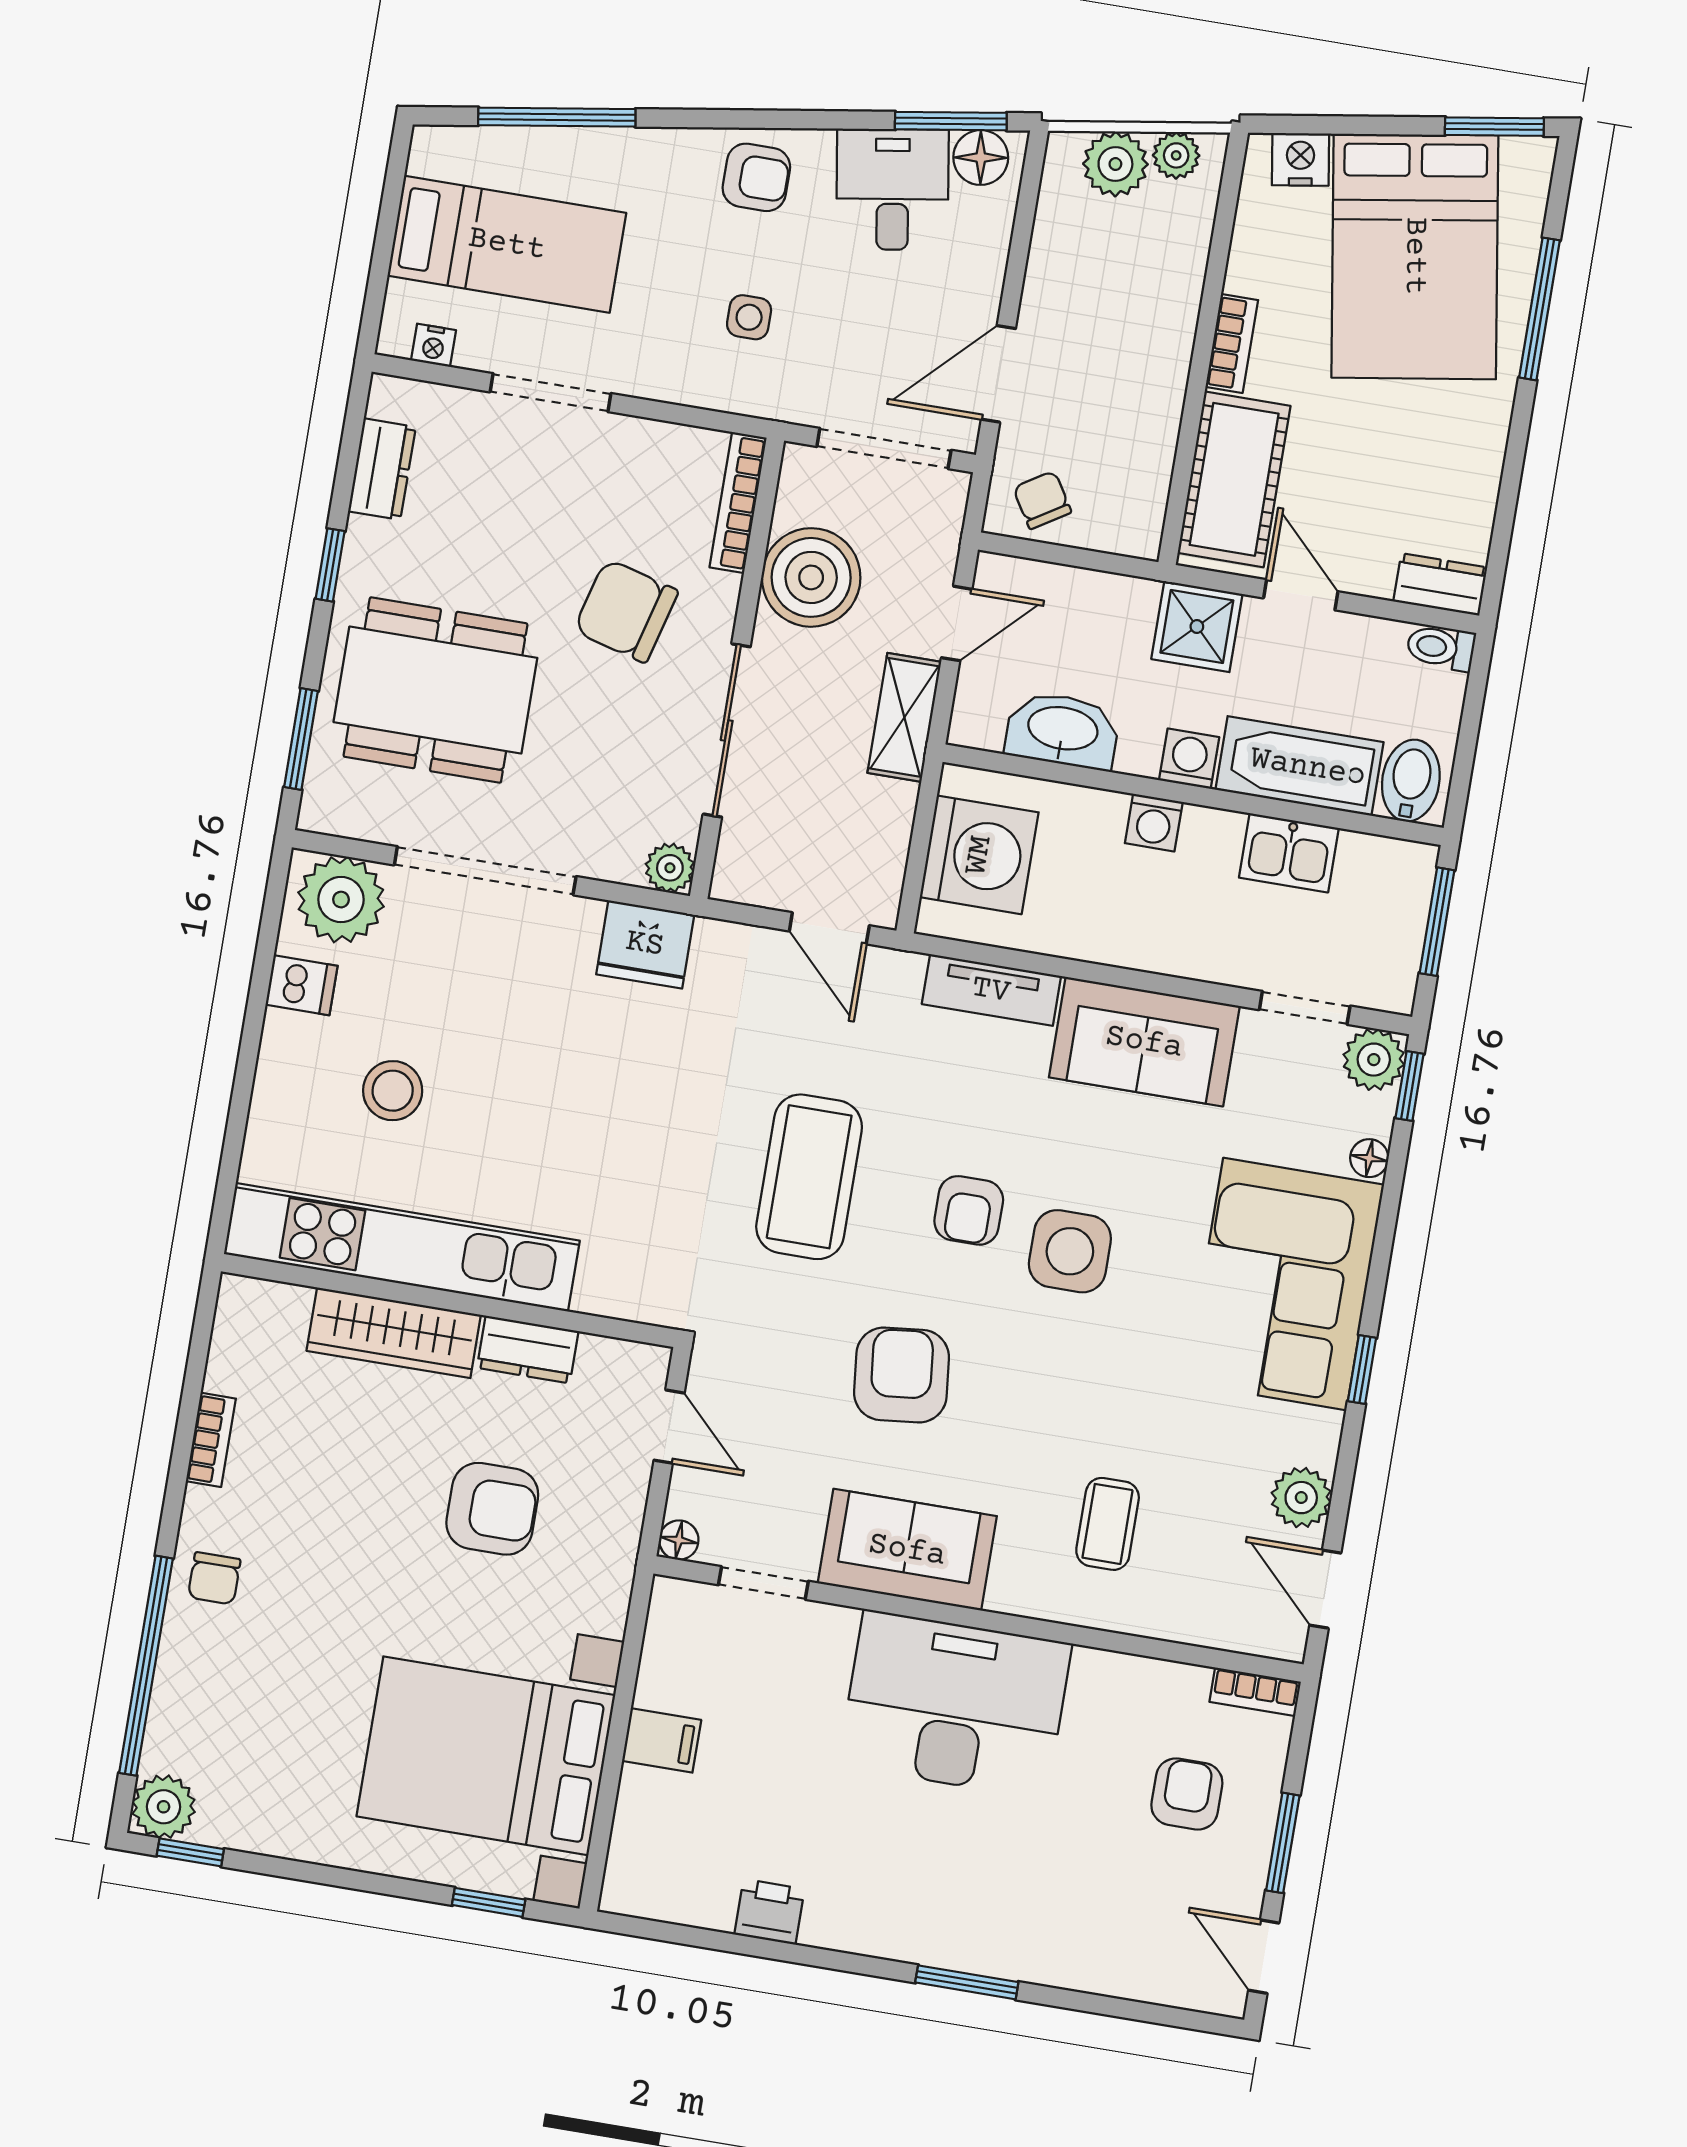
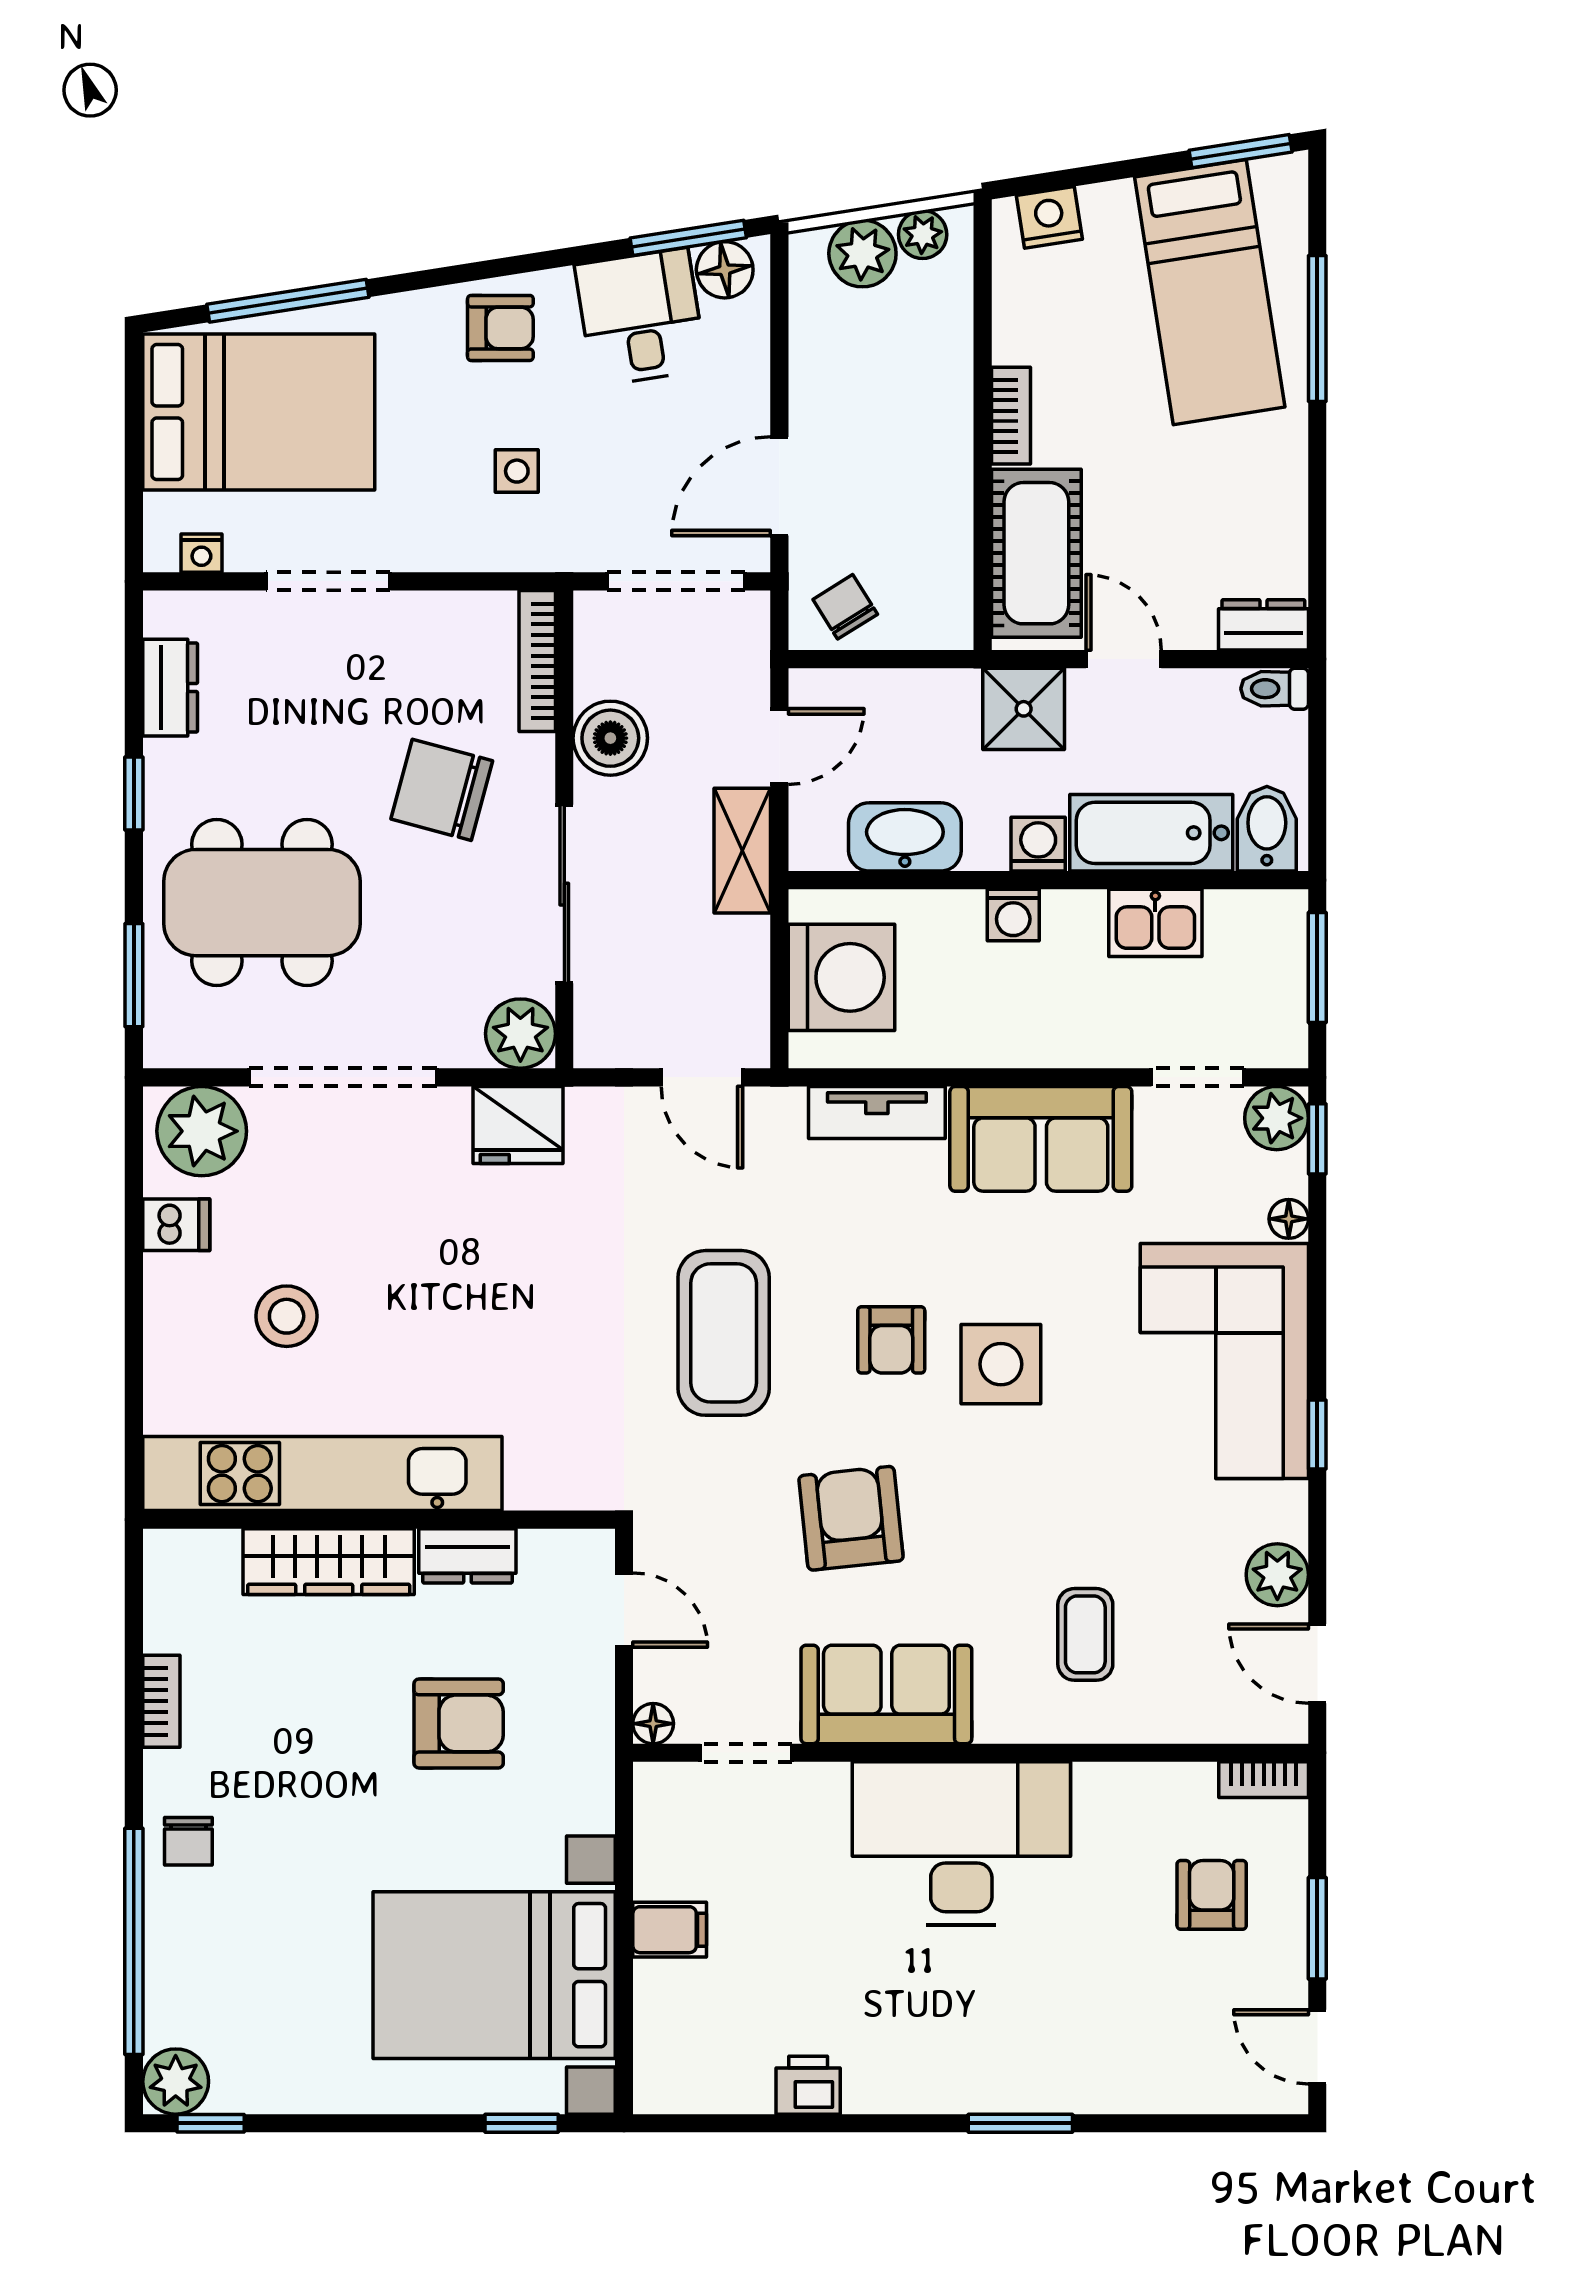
bed: (507, 244) -> (259, 412), width x1.50
bed: (1415, 256) -> (1210, 292), width x0.67
boiler: (811, 577) -> (610, 738), width x0.73, depth x0.73
plant: (670, 868) -> (520, 1034), width x1.38, depth x1.38

